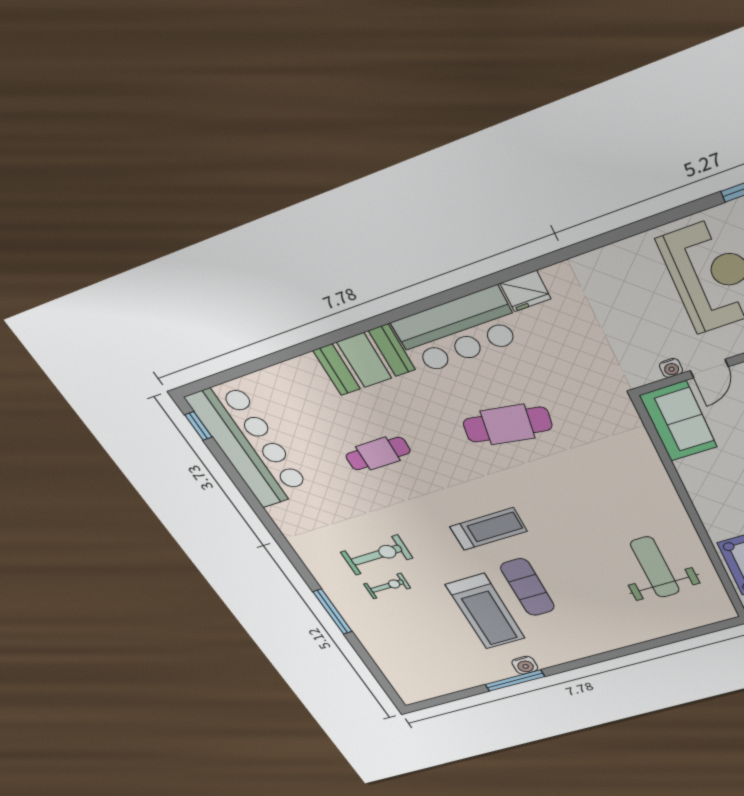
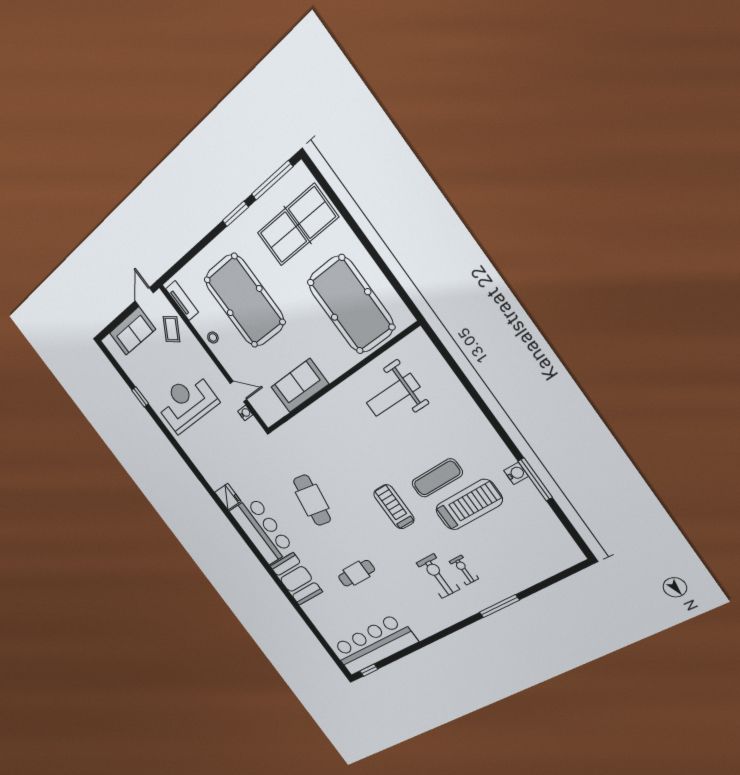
sofa: (678, 421) -> (300, 386), moved
cafe table: (378, 454) -> (357, 573), turned 90

